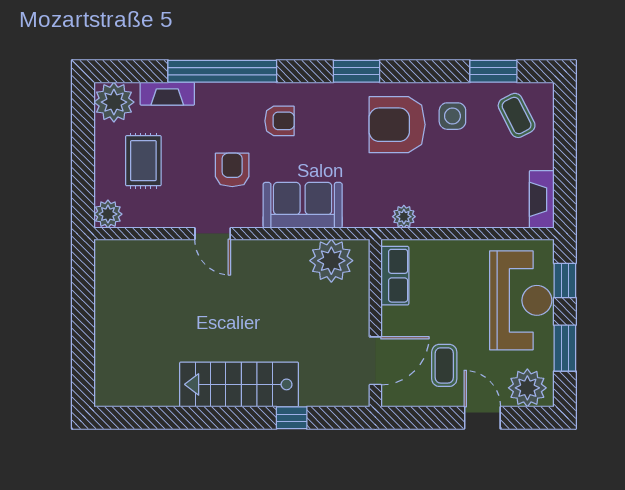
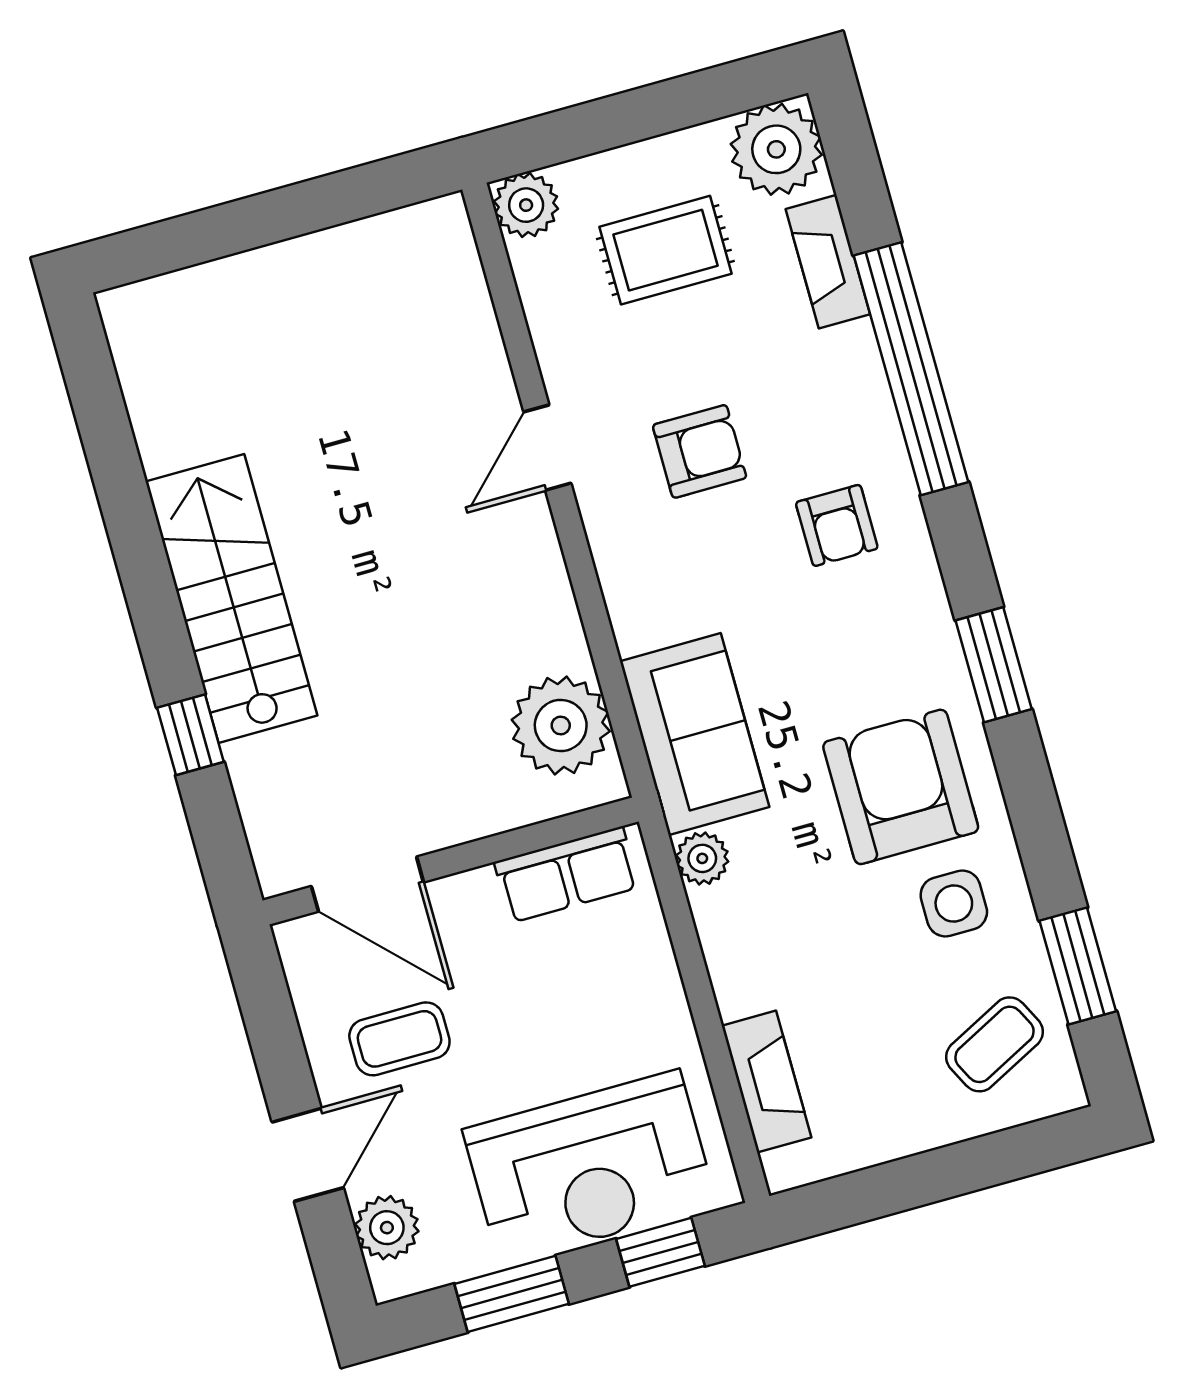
fireplace: (542, 199) -> (766, 1082), moved, turned 90
sofa: (303, 205) -> (695, 734), moved
plant: (527, 388) -> (387, 1228), width x0.73, depth x0.73

